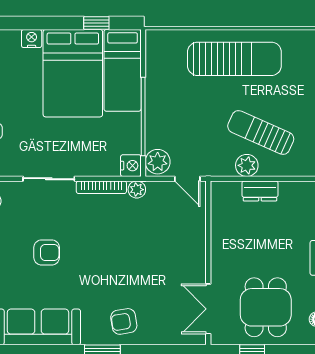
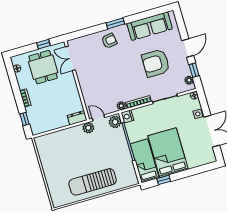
nightstand: (32, 39) -> (193, 164), removed
sun lounger: (261, 132) -> (70, 150), removed
plant: (247, 165) -> (88, 128), moved
dresser: (260, 191) -> (77, 118), moved
armchair: (47, 252) -> (156, 63), width x1.88, depth x1.88
double door: (208, 309) -> (70, 58), swing flipped

